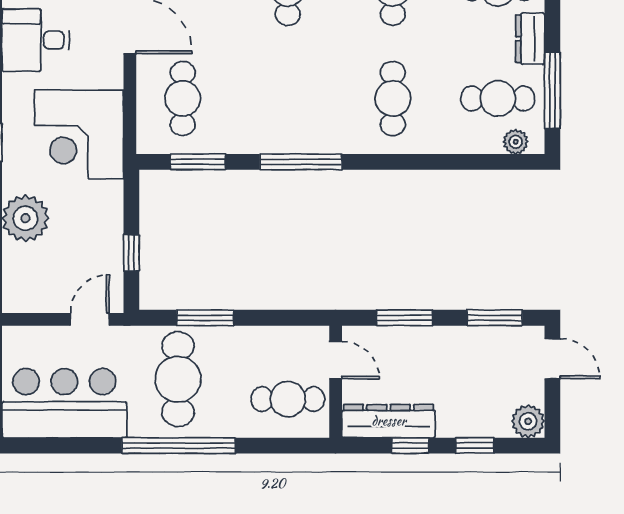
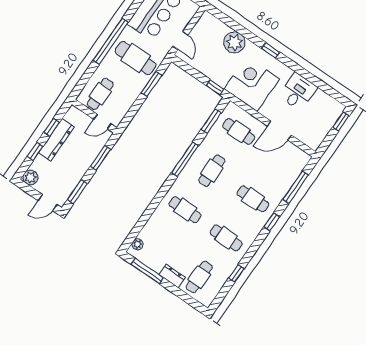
cafe table: (498, 98) -> (212, 171), moved
window: (131, 253) -> (215, 87), moved
dresser: (389, 421) -> (56, 140), moved

